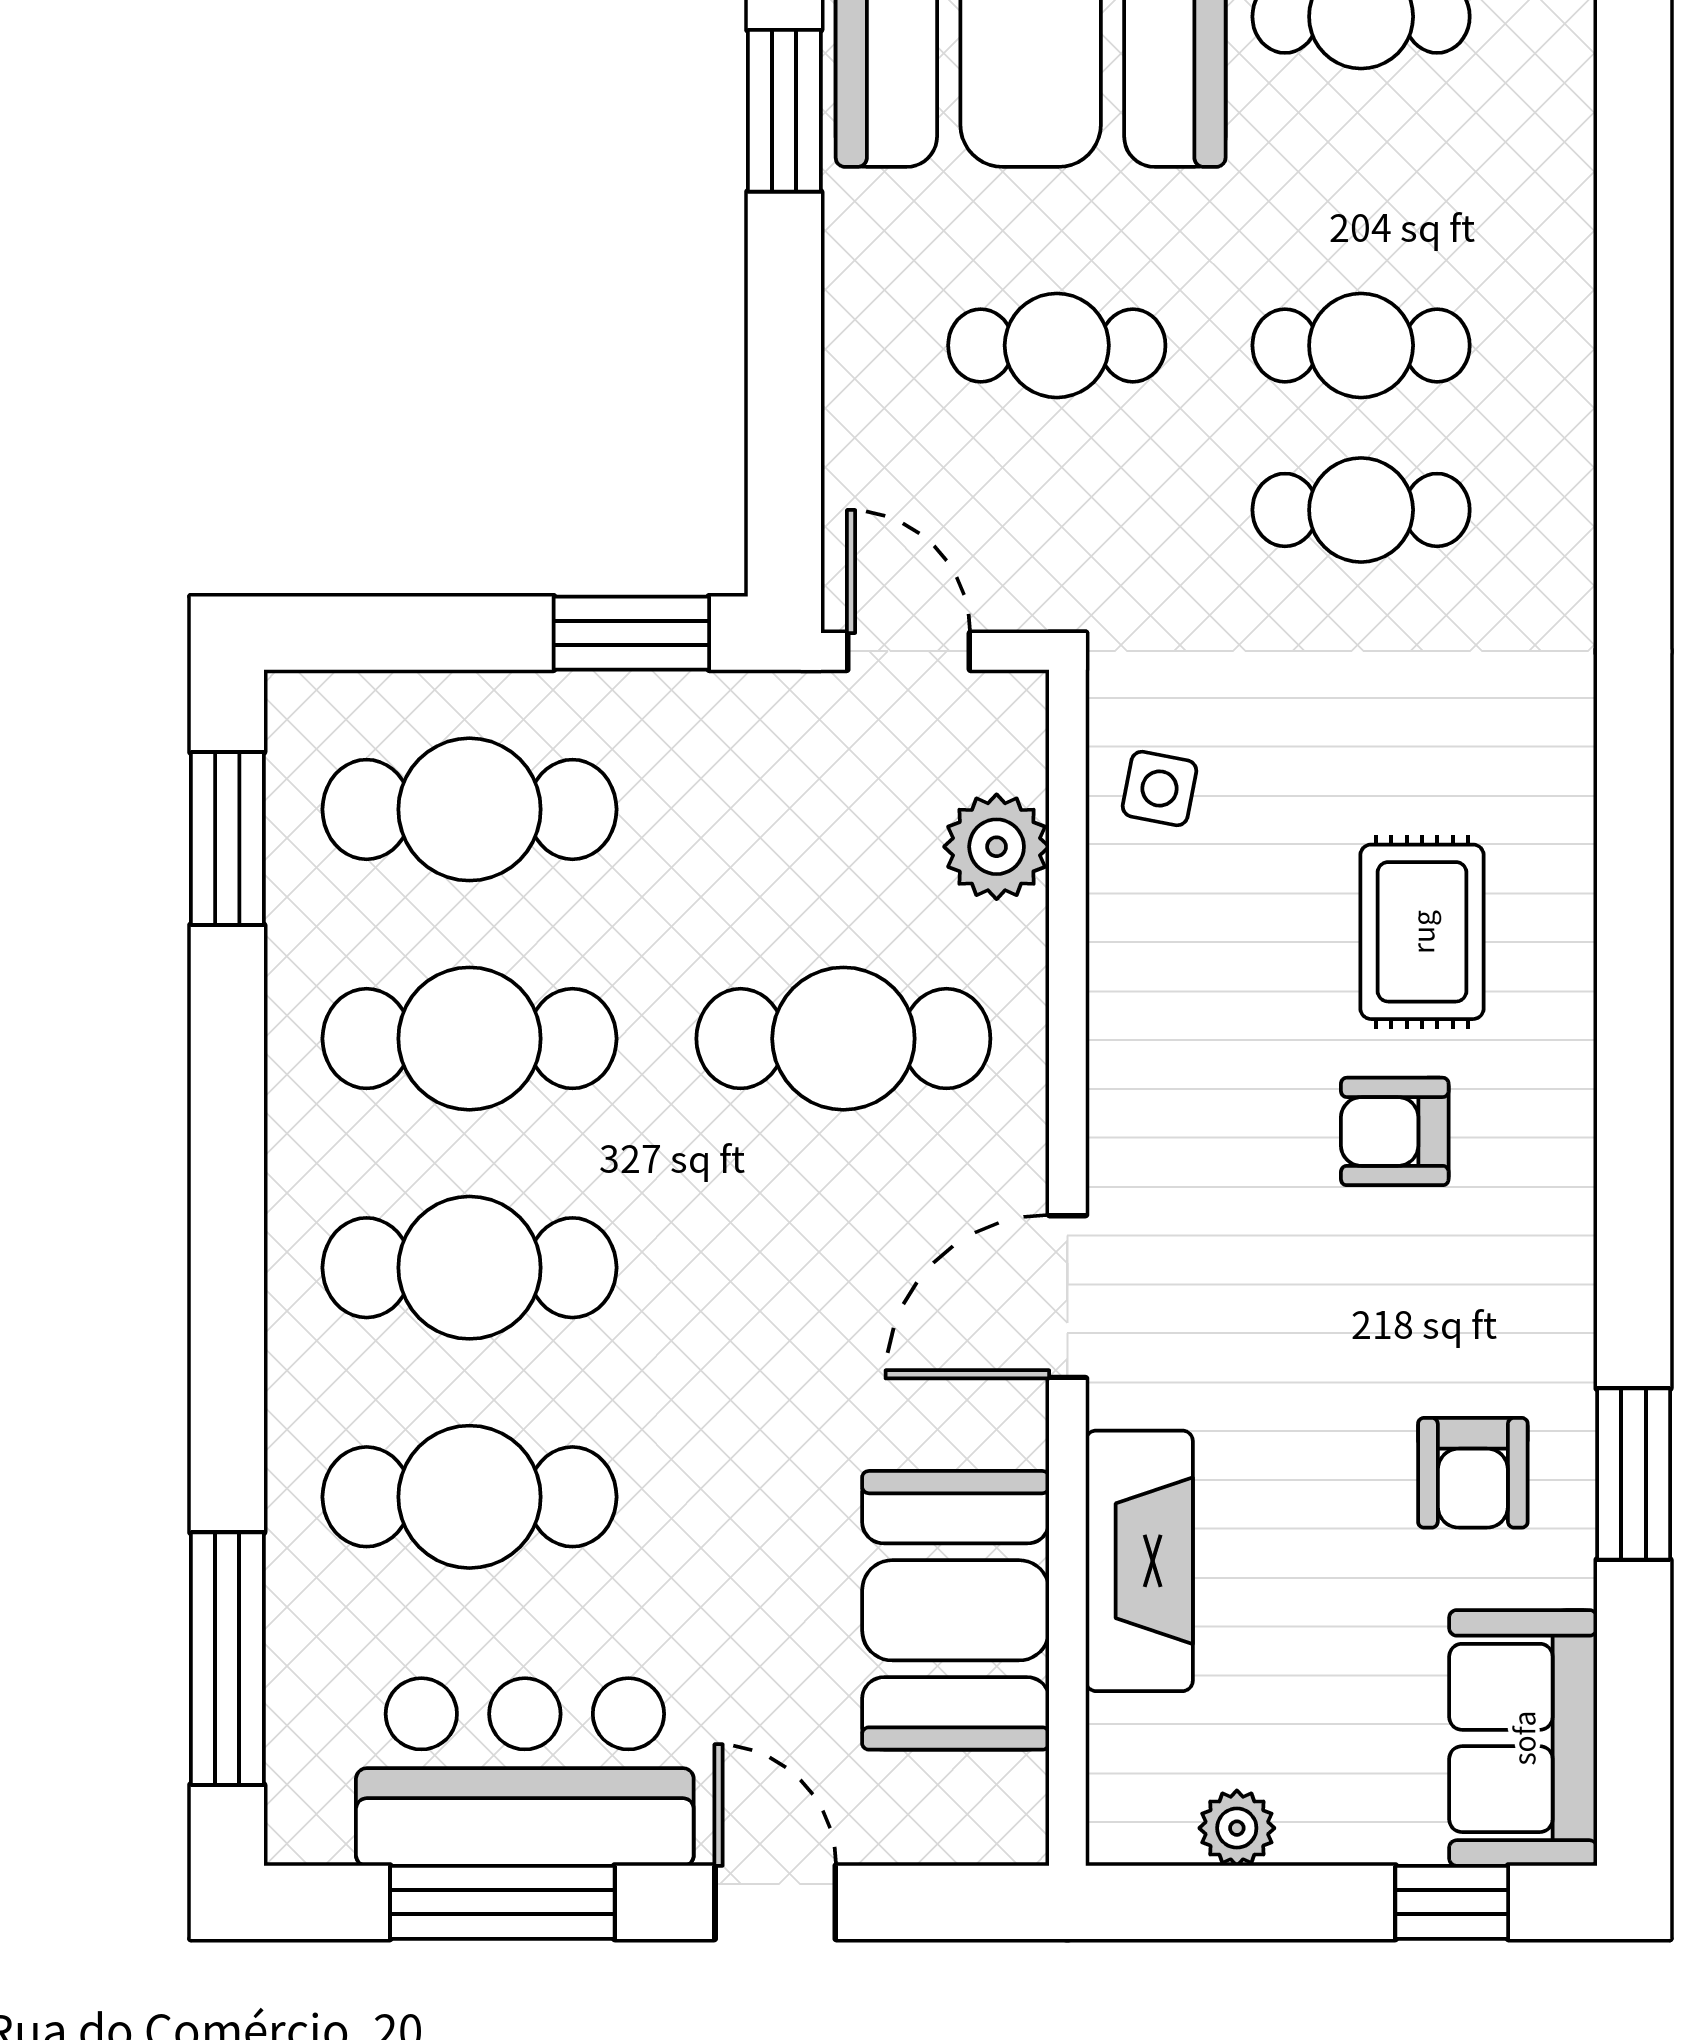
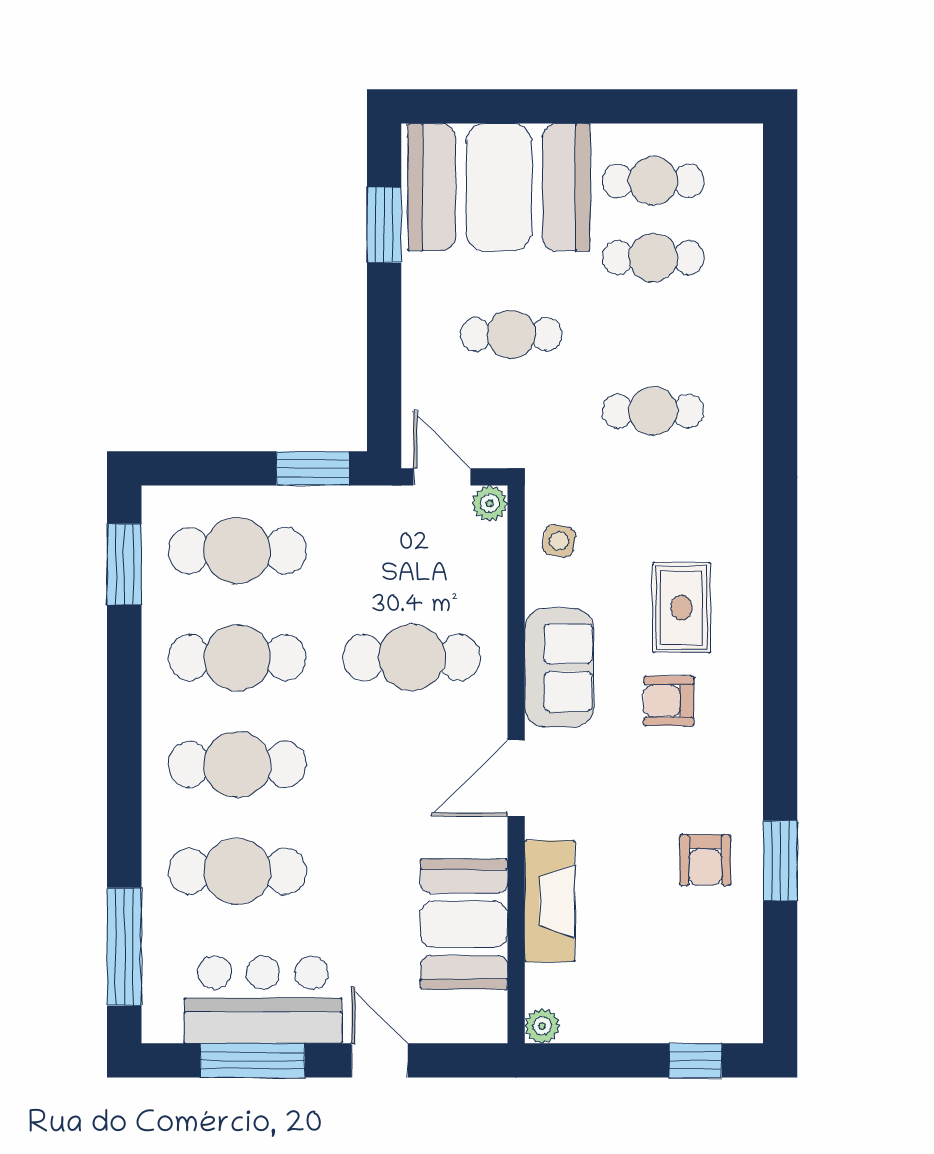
cafe table: (1361, 345) -> (653, 258), moved
plant: (997, 847) -> (490, 503), moved, width x0.73, depth x0.73
sofa: (1523, 1738) -> (559, 668), moved, turned 180
plant: (1237, 1828) -> (542, 1026), moved

